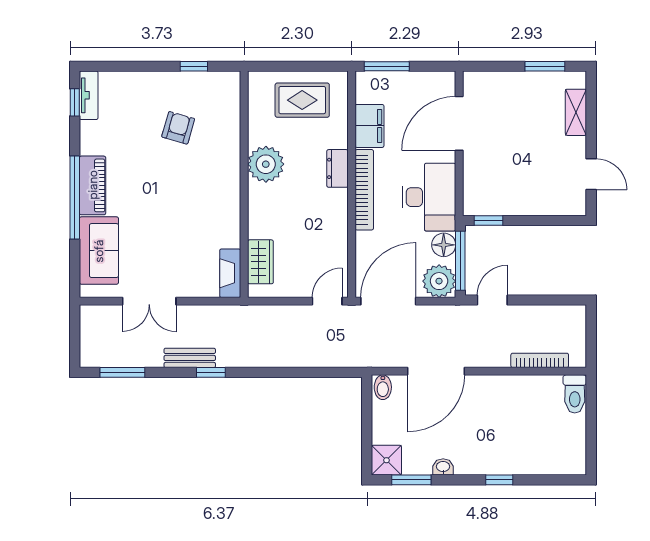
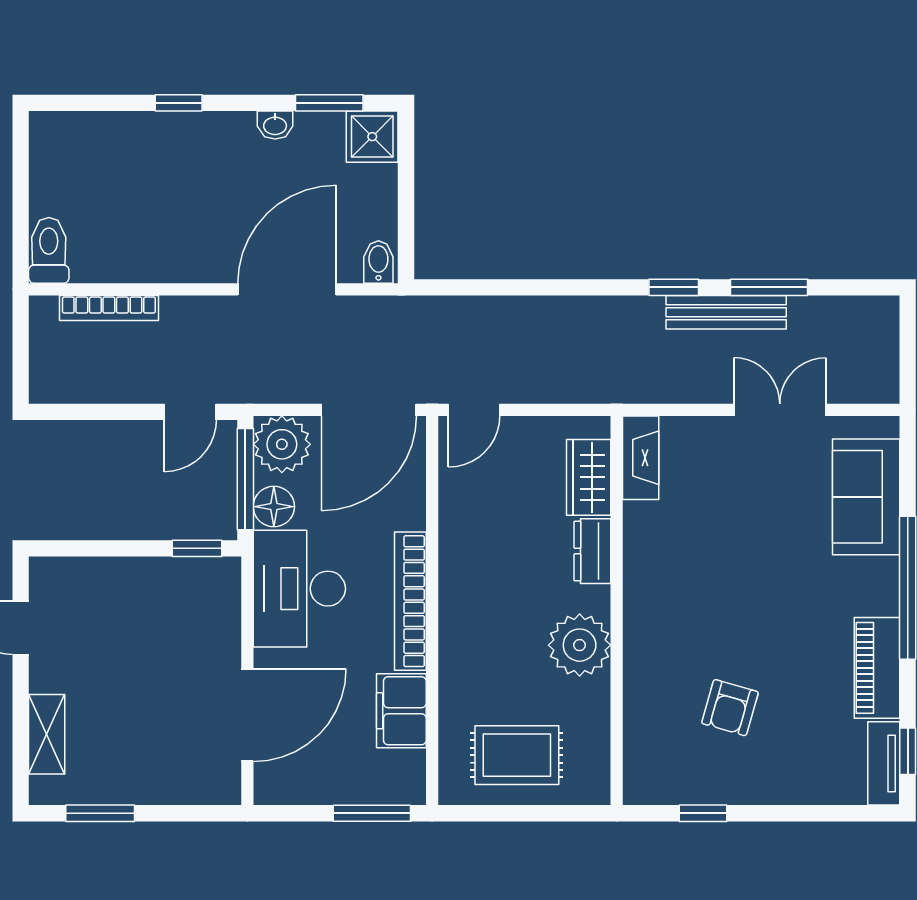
dresser: (337, 168) -> (592, 551), moved, turned 180
piano: (93, 185) -> (877, 668), moved
bench: (190, 358) -> (726, 312), width x1.36
window: (122, 372) -> (769, 287), moved

